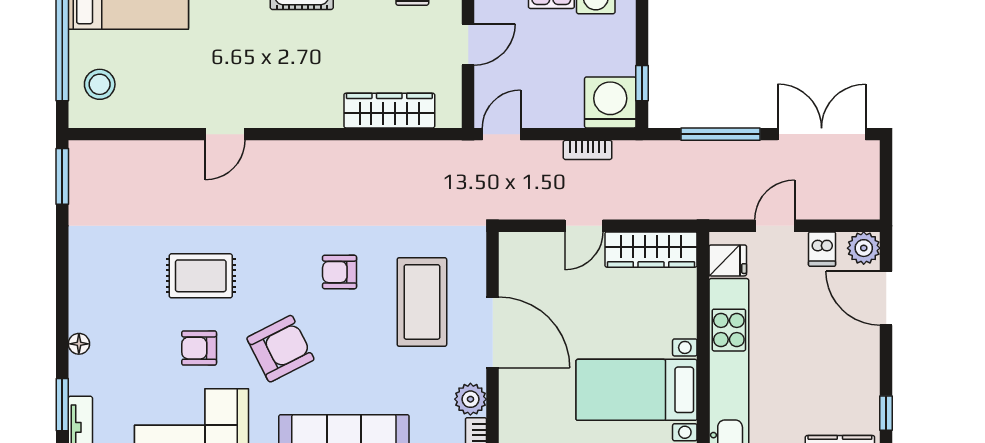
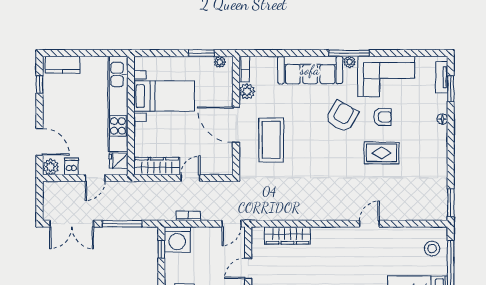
armchair: (340, 272) -> (312, 155), removed
armchair: (280, 349) -> (342, 117), turned 147

